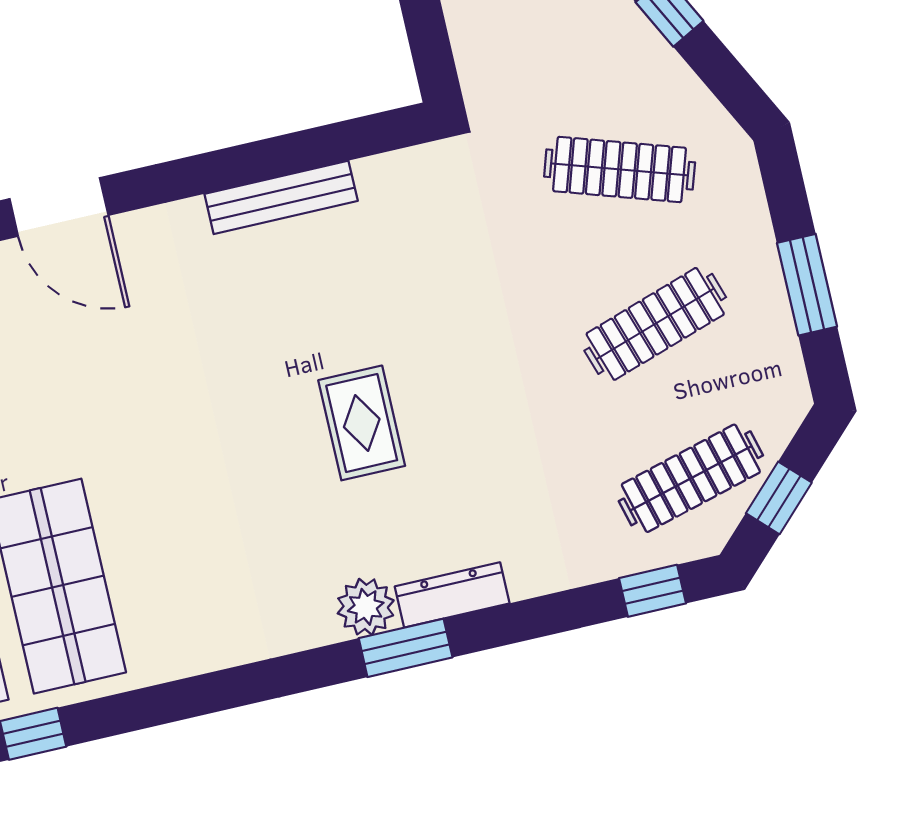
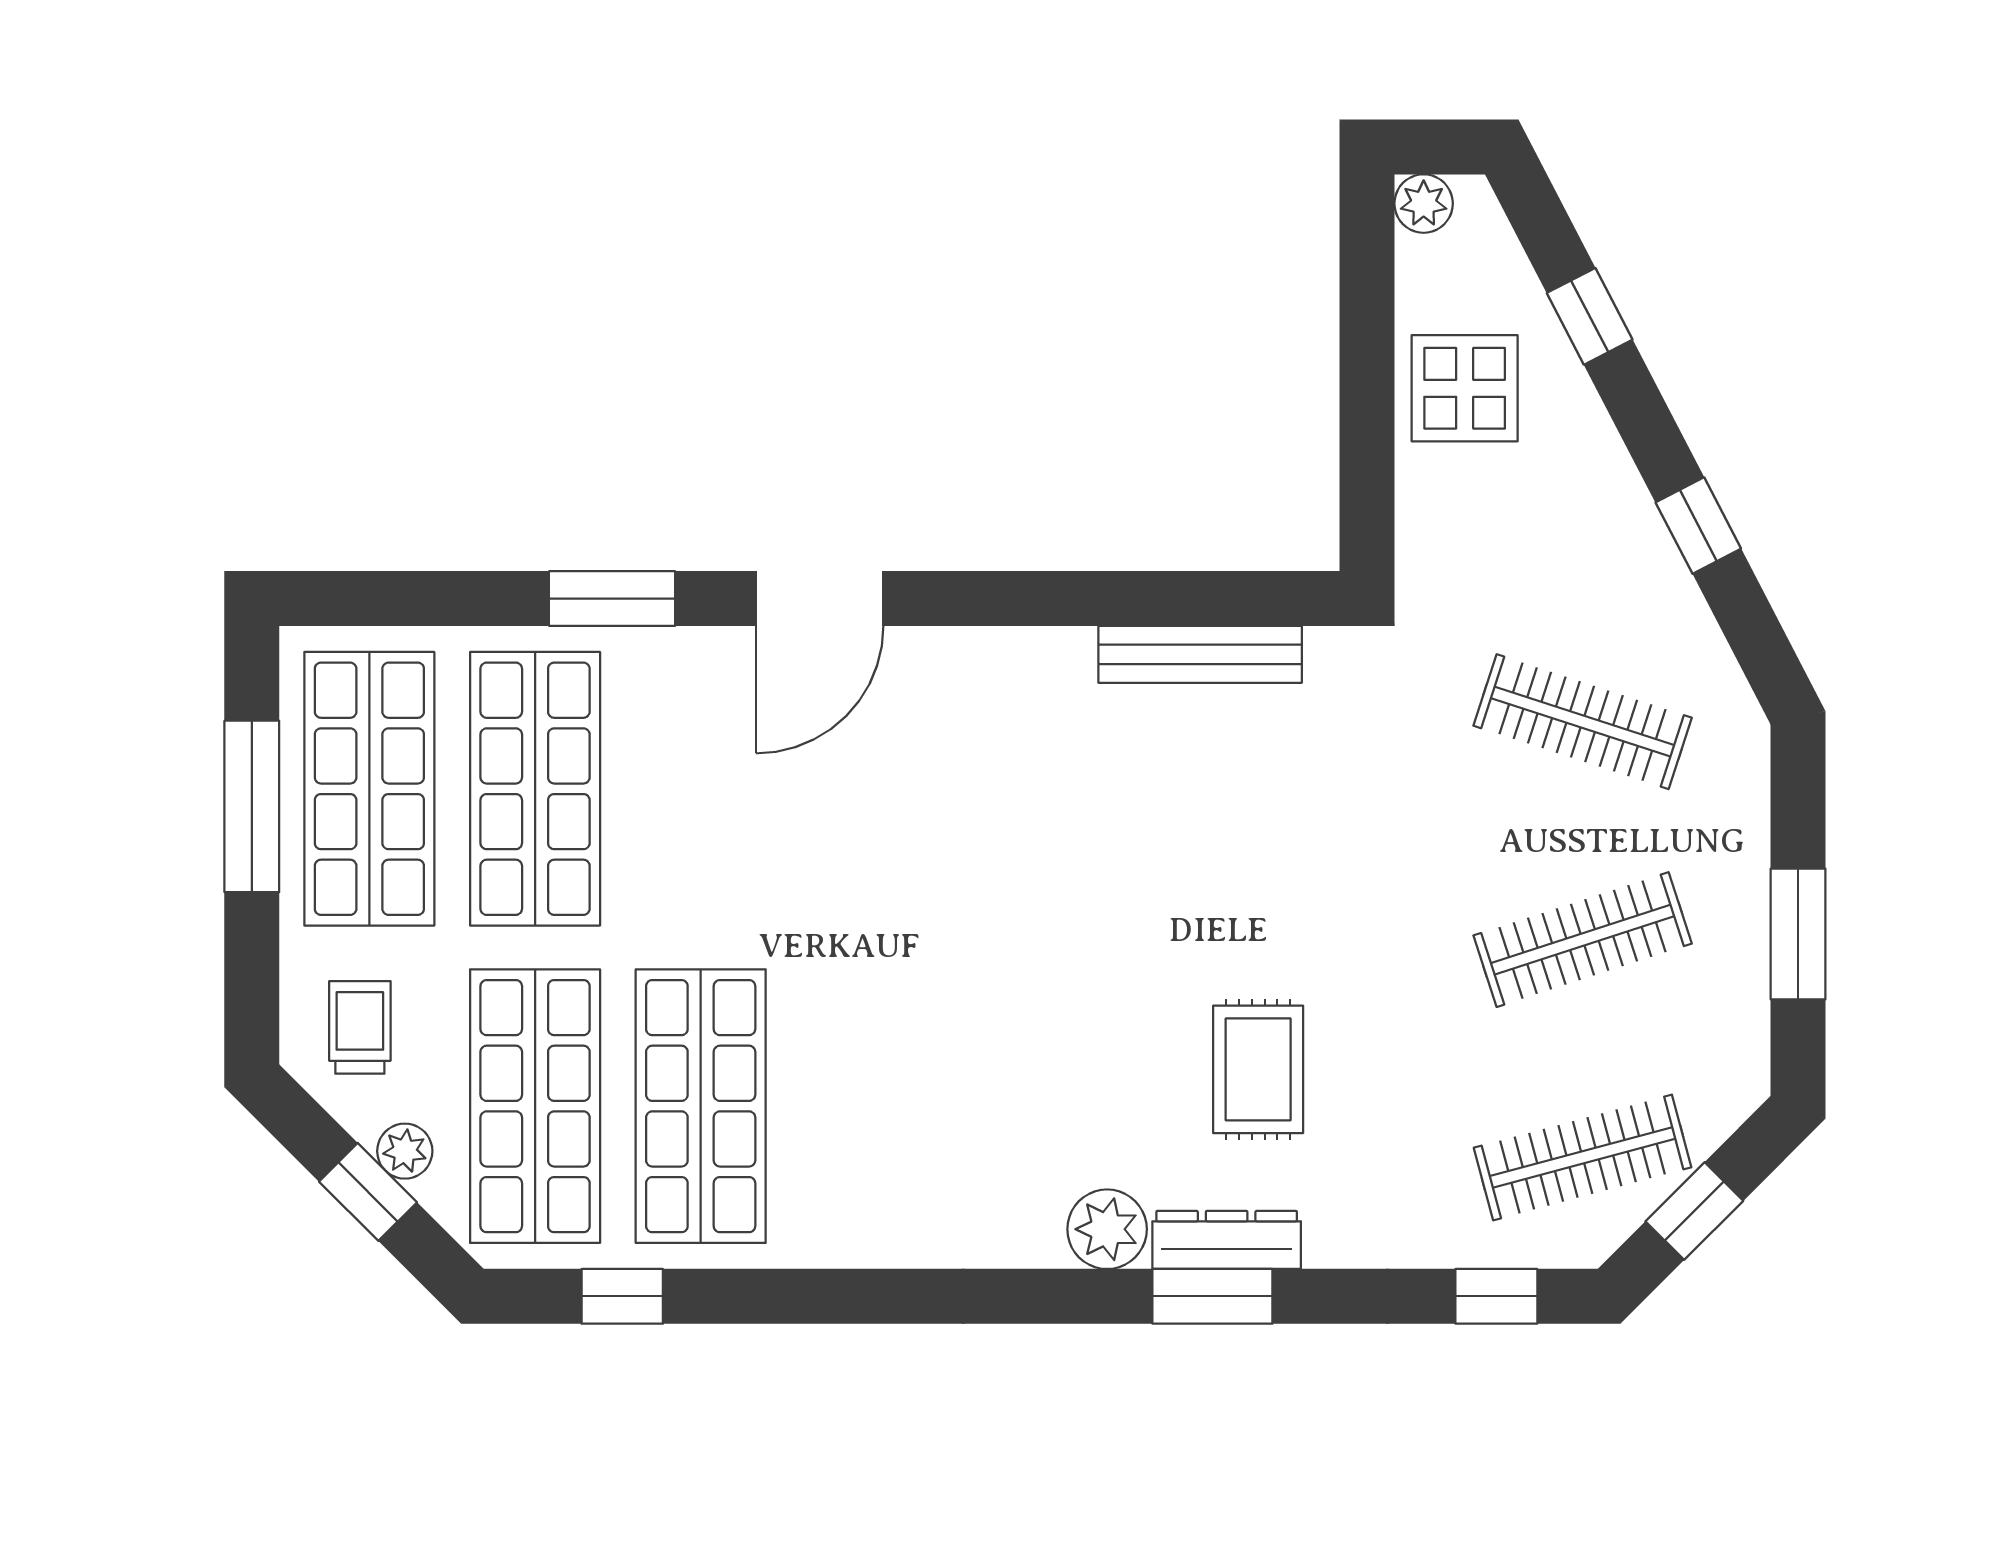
bench: (281, 197) -> (1200, 654), moved
door: (59, 207) -> (820, 599), hinge flipped
rug: (362, 423) -> (1258, 1069), moved
window: (406, 648) -> (1212, 1296), moved

